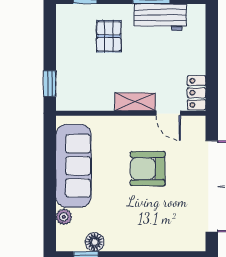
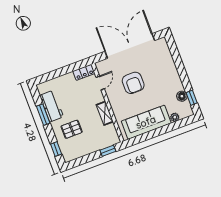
shelving: (135, 102) -> (105, 113), moved

